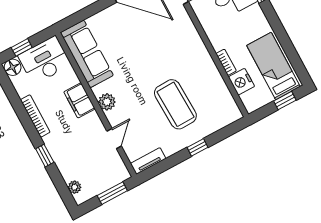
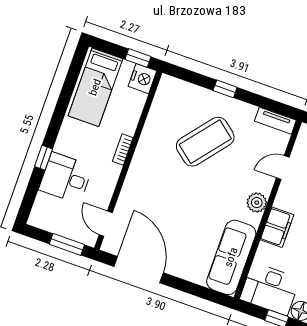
bookcase: (226, 62) -> (123, 149), moved
nightstand: (241, 82) -> (142, 79), moved
window: (285, 101) -> (138, 58), moved
coffee table: (175, 104) -> (205, 142), turned 41

